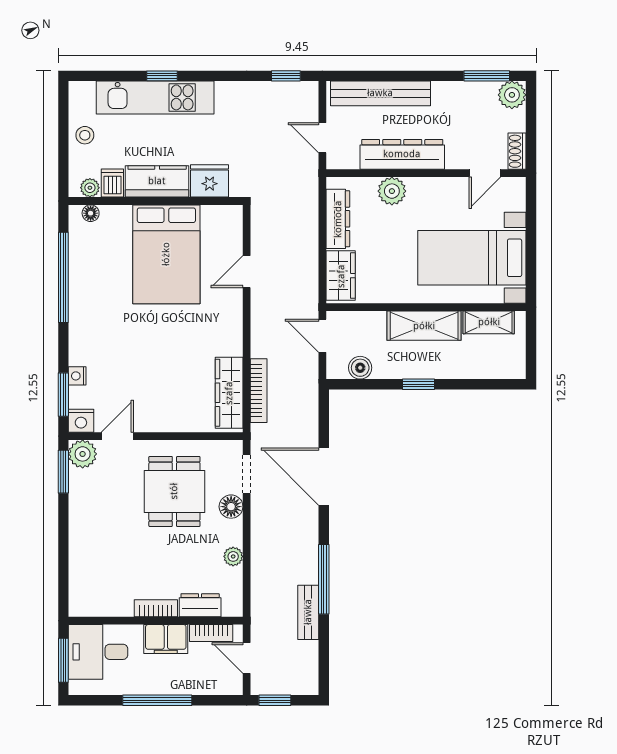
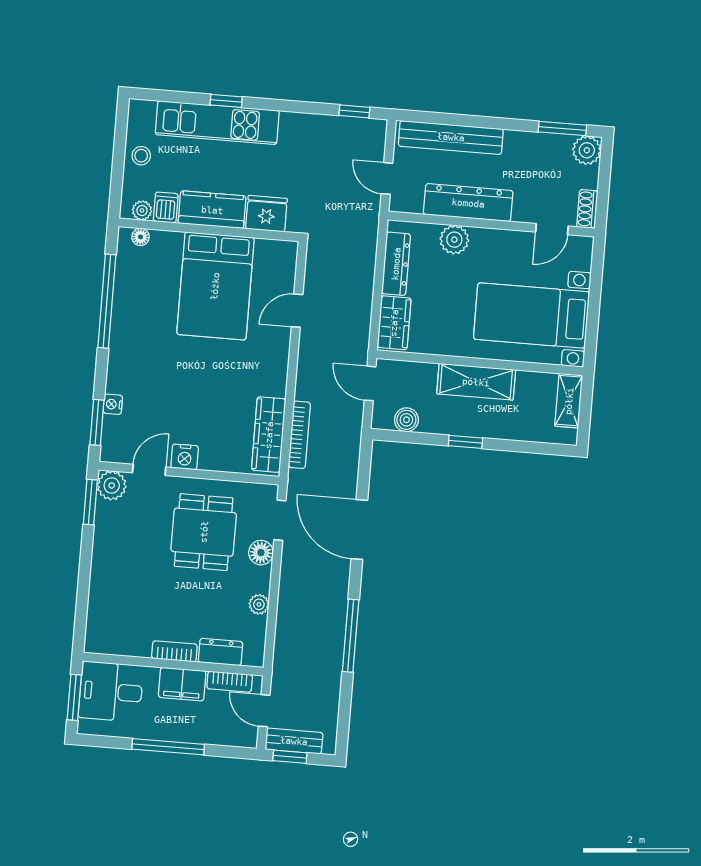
shelving: (489, 322) -> (569, 401), moved, turned 90
nightstand: (81, 421) -> (185, 457), moved
bench: (308, 612) -> (294, 741), moved, turned 90

